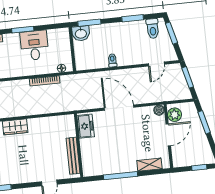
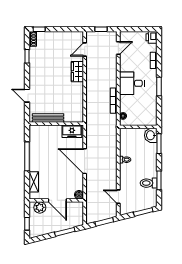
toilet: (153, 29) -> (149, 183), moved
desk: (34, 45) -> (132, 83), moved, turned 180
door: (119, 108) -> (85, 161), swing flipped
plant: (175, 115) -> (40, 207), moved

